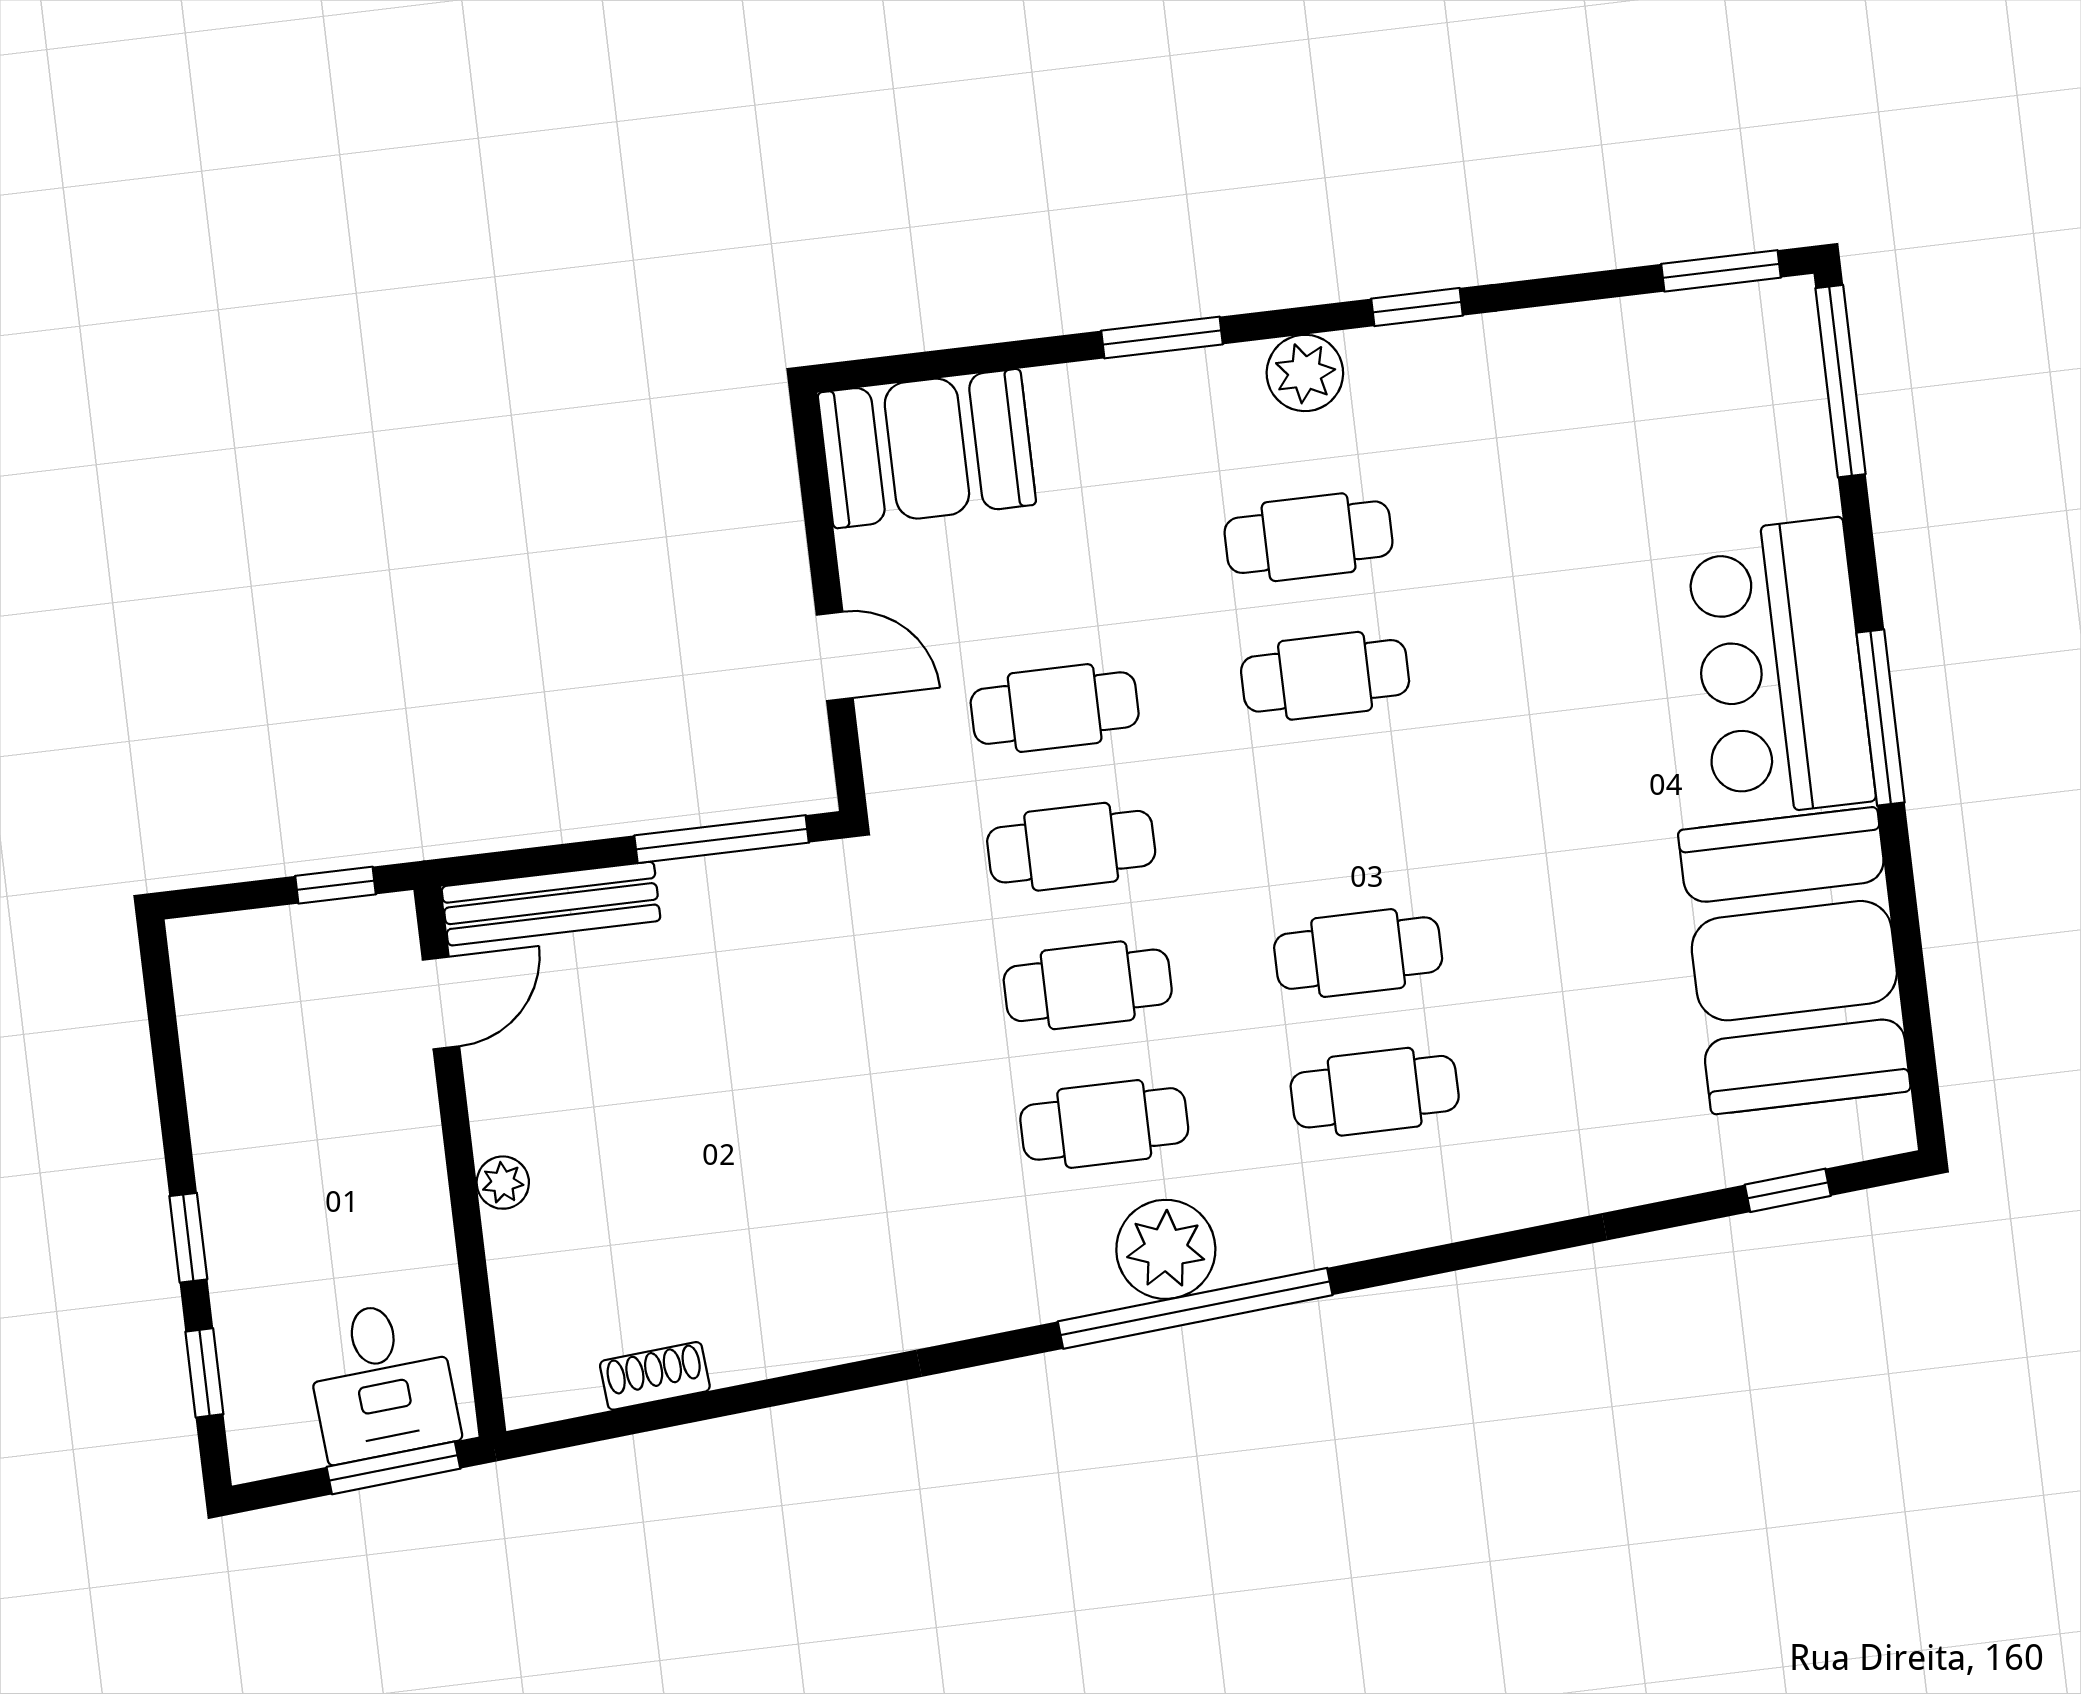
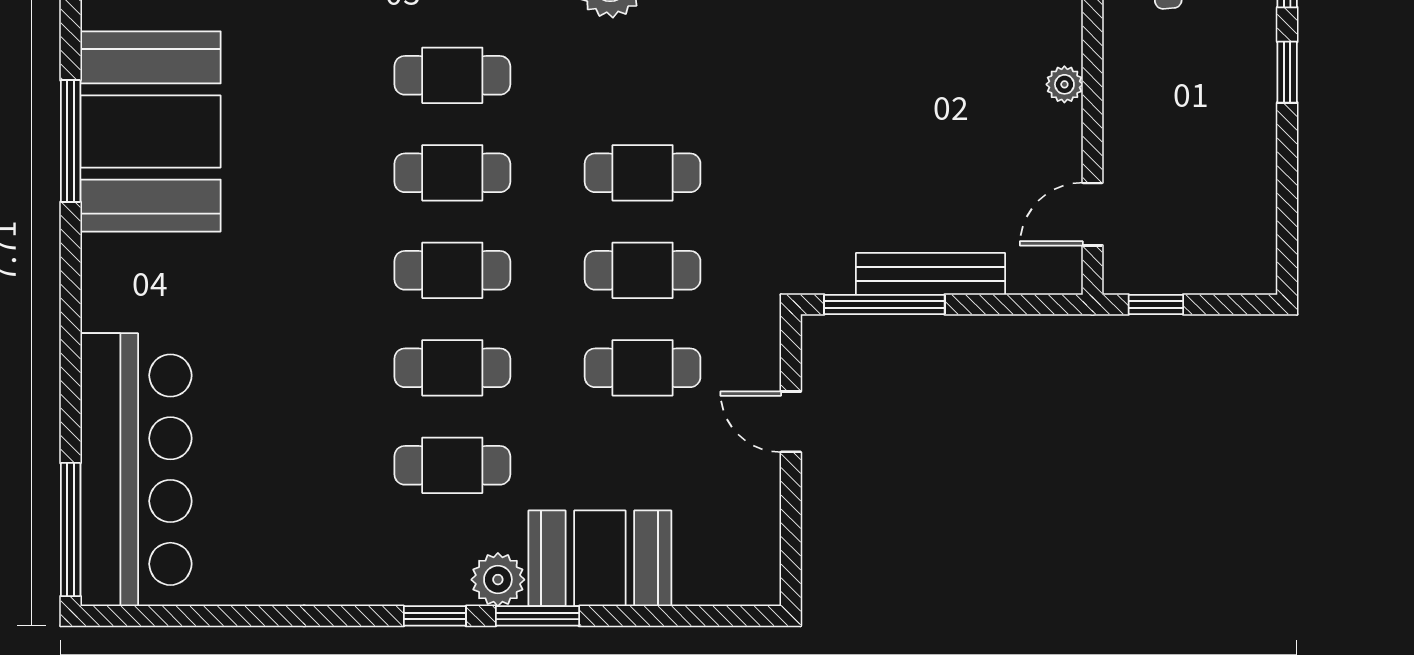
window: (1721, 271) -> (144, 616), removed
window: (1417, 307) -> (435, 616), moved
plant: (1305, 373) -> (498, 580), moved
booth: (927, 449) -> (600, 558), moved
bar counter: (1780, 668) -> (136, 470), moved, width x1.36
window: (1881, 718) -> (71, 141), moved
bench: (551, 904) -> (930, 274), moved
cafe table: (1104, 1124) -> (452, 270), moved

